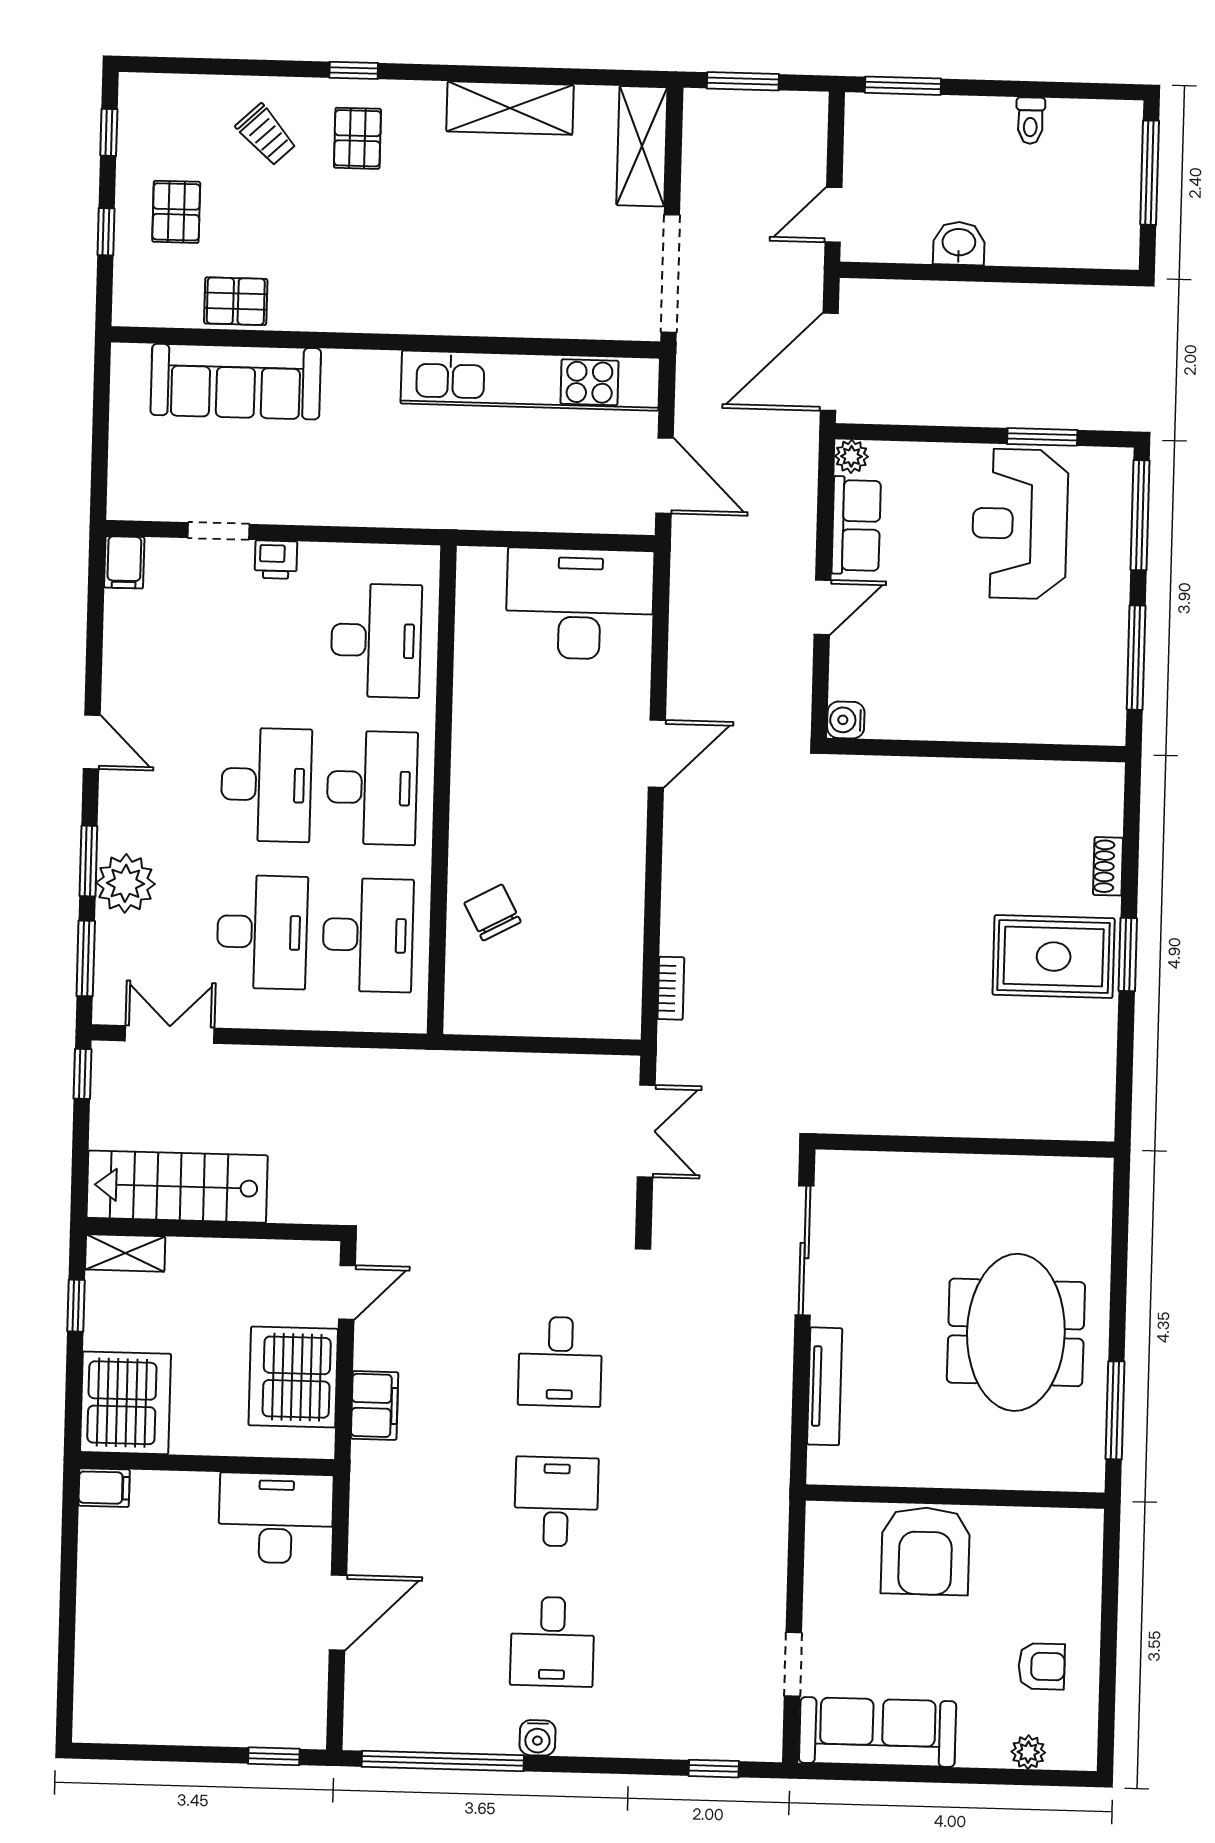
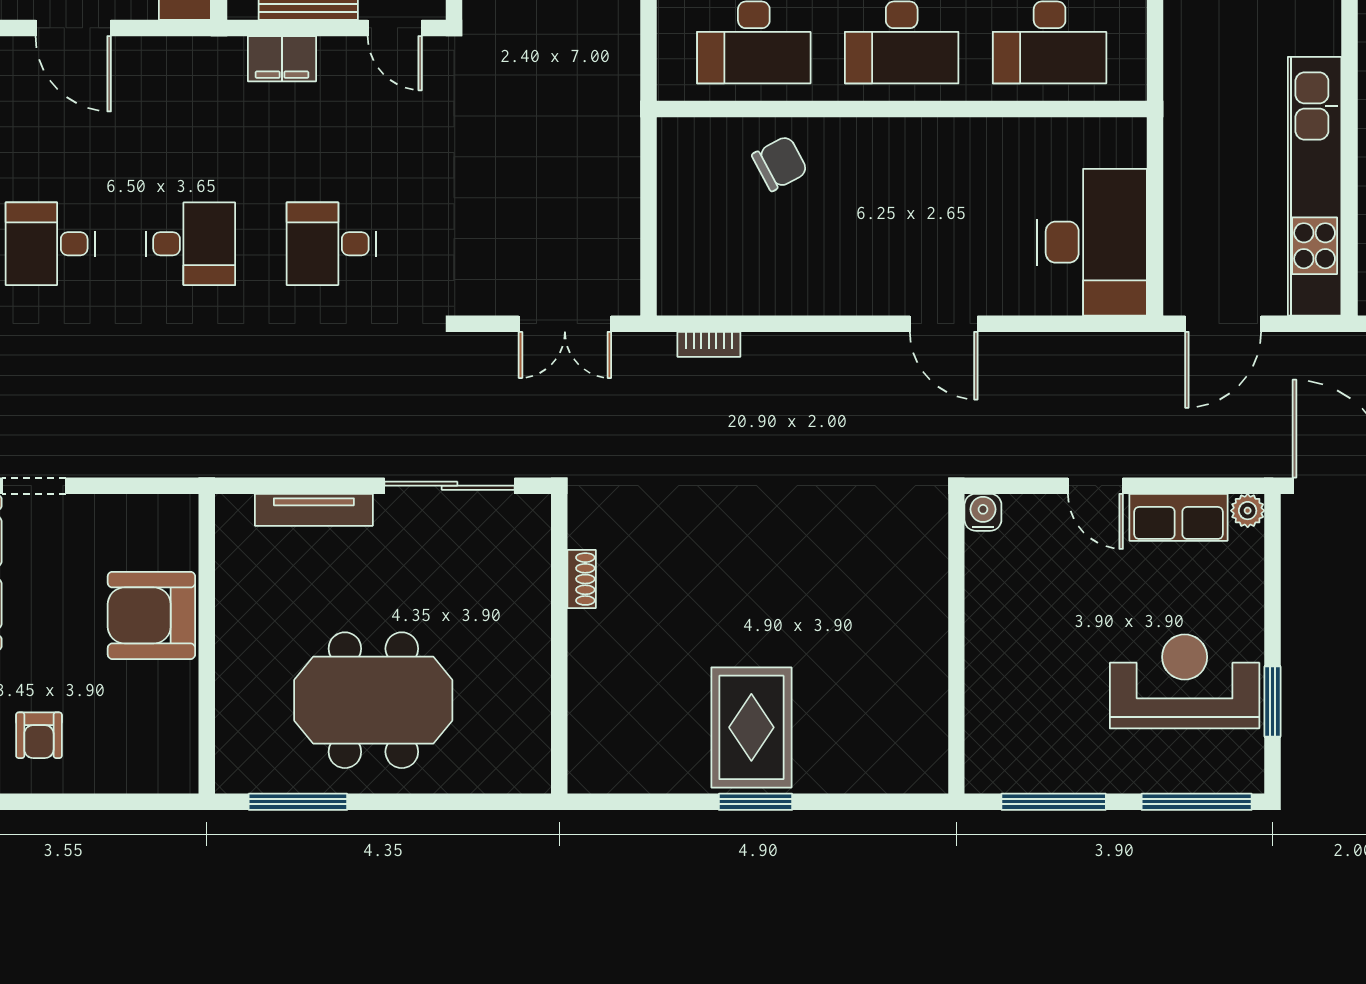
shoe rack: (1108, 866) -> (582, 579), moved, turned 90

